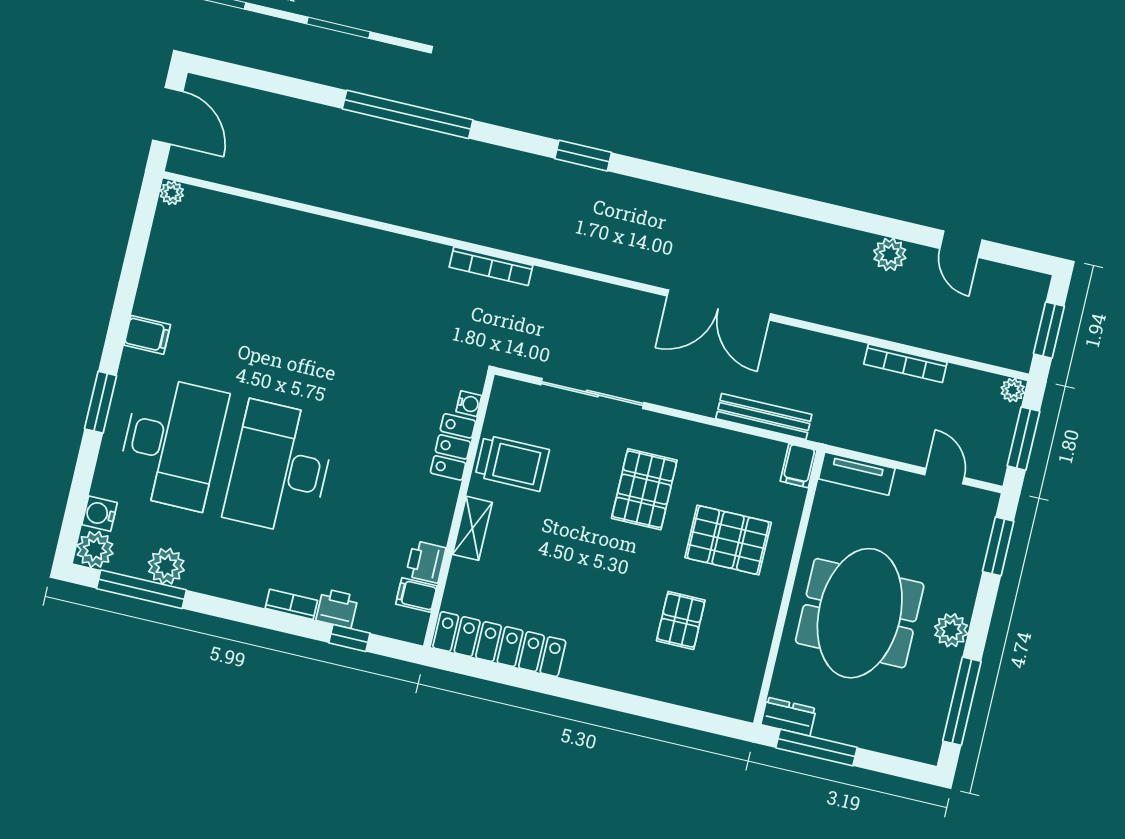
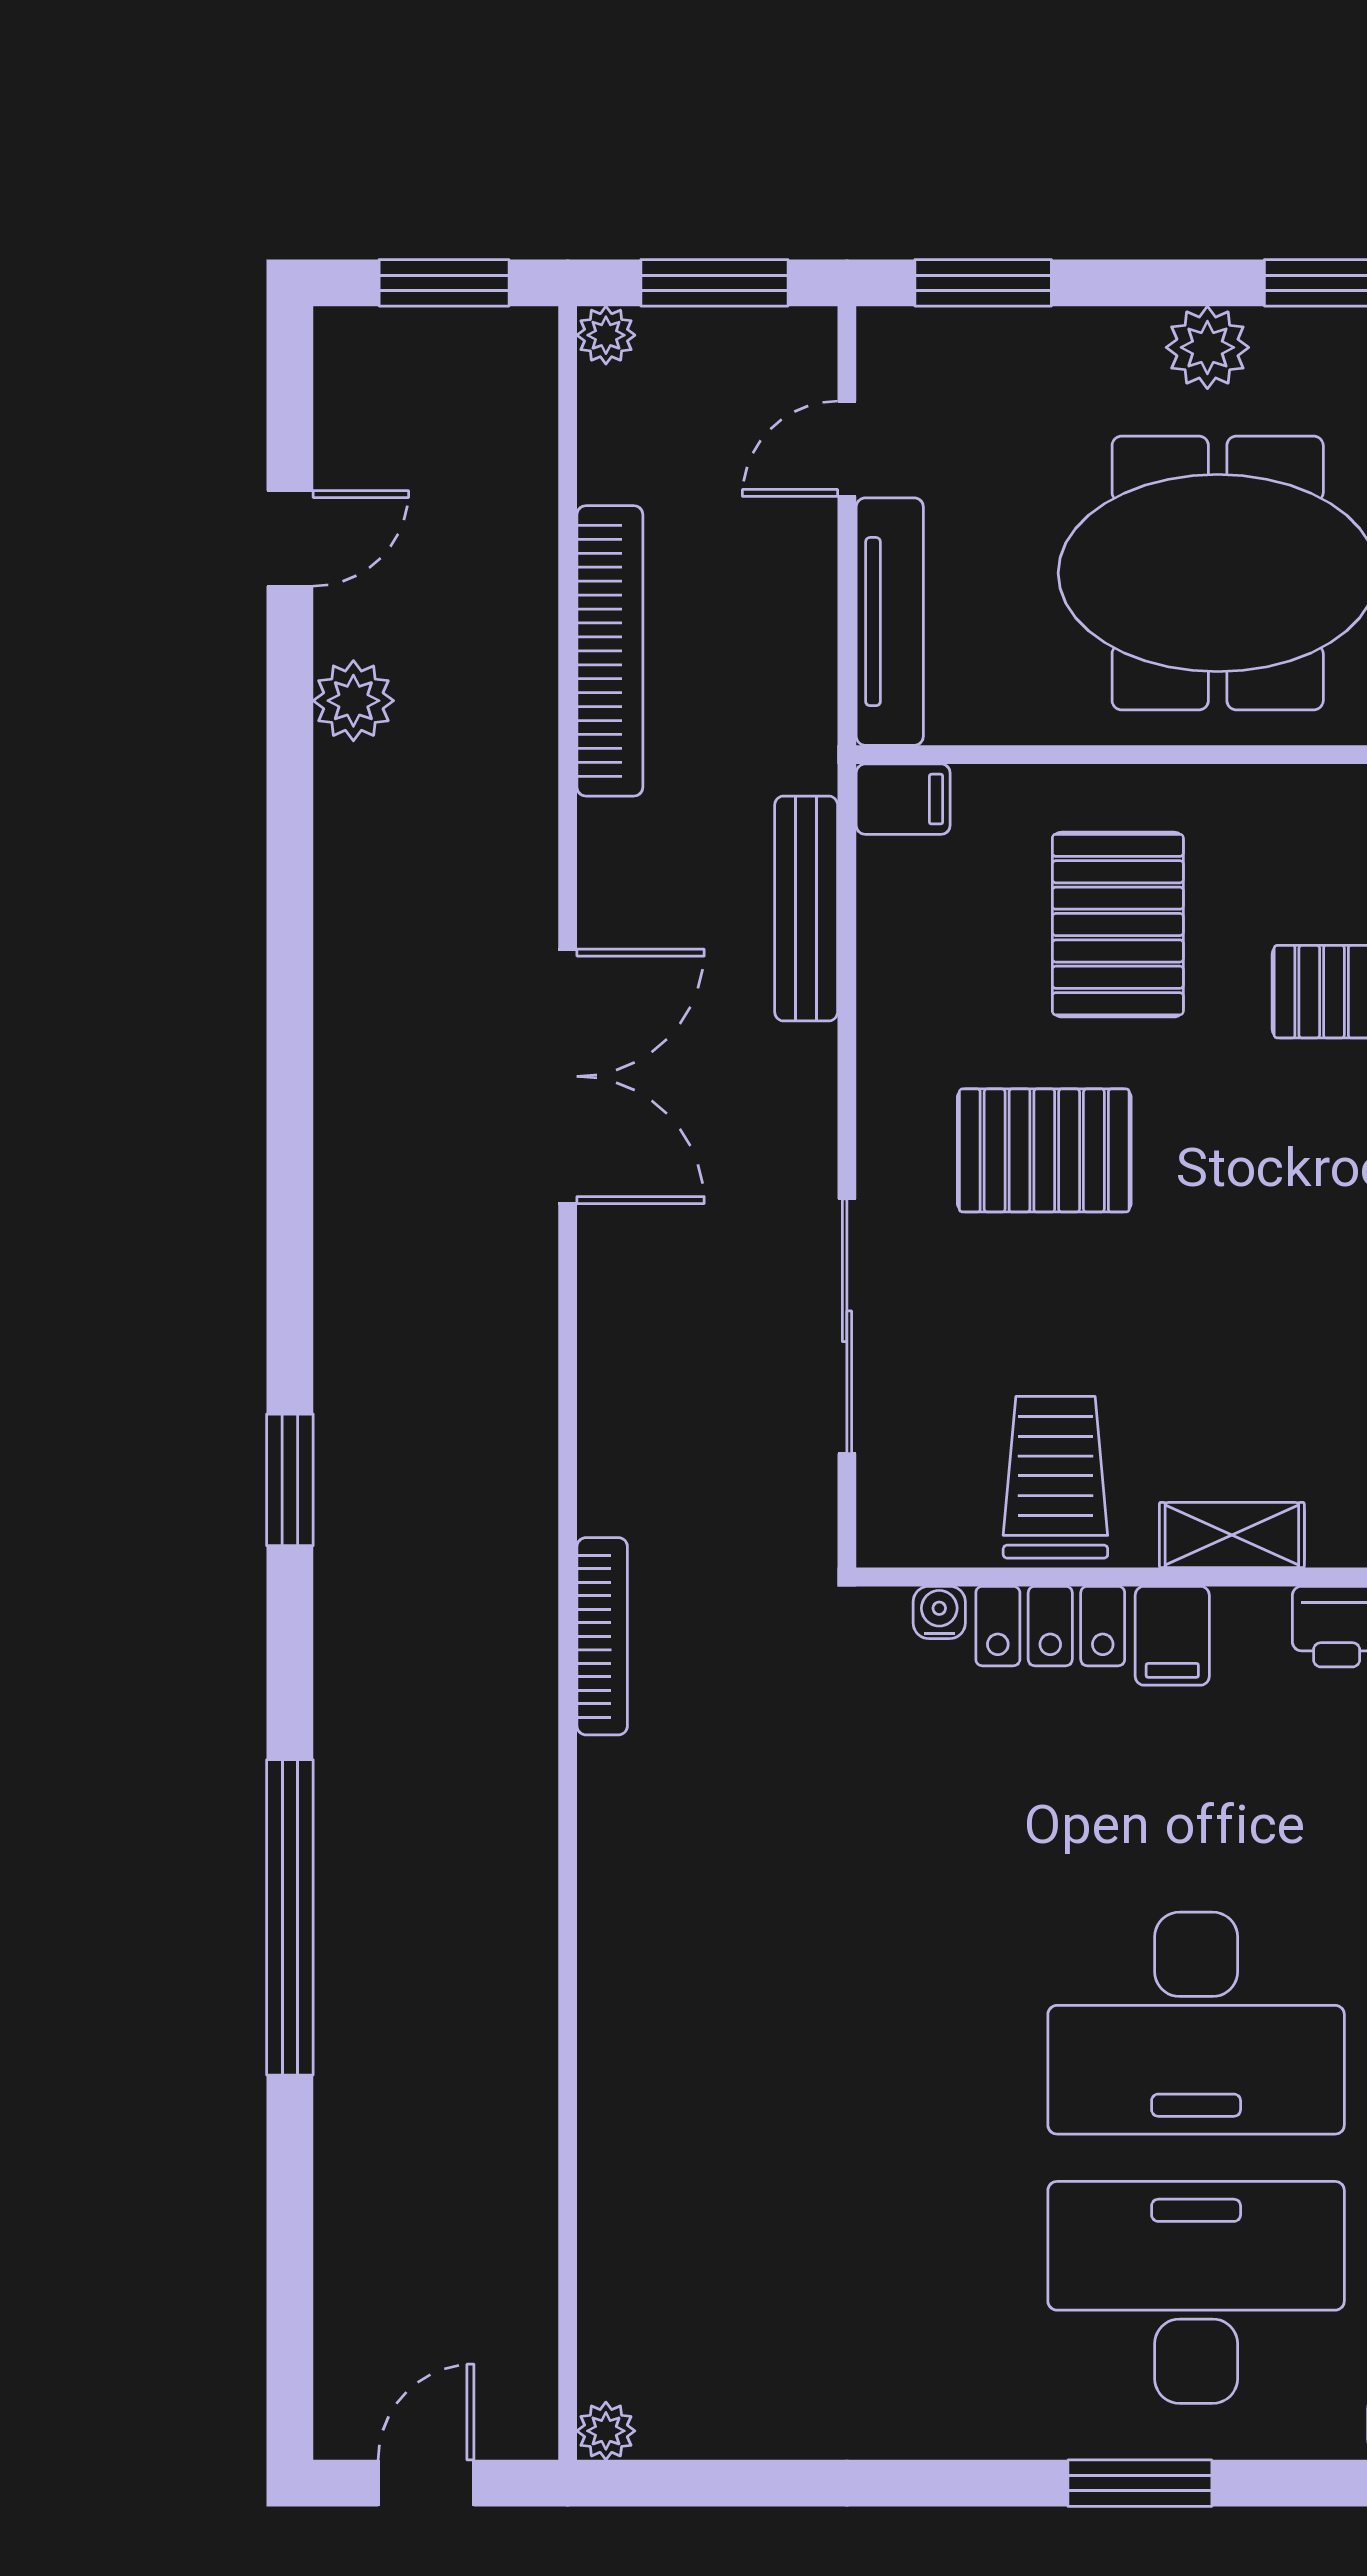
door: (168, 116) -> (426, 2483), width x0.73
filing cabinet: (147, 335) -> (1172, 1636), moved, turned 180
bookcase: (905, 363) -> (610, 651), width x1.48, depth x1.31
tv unit: (857, 474) -> (890, 622), width x1.41

